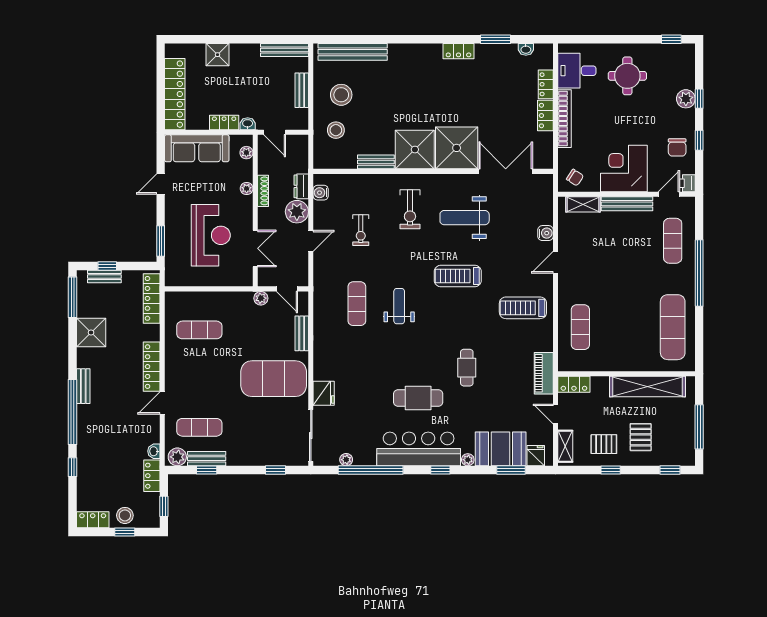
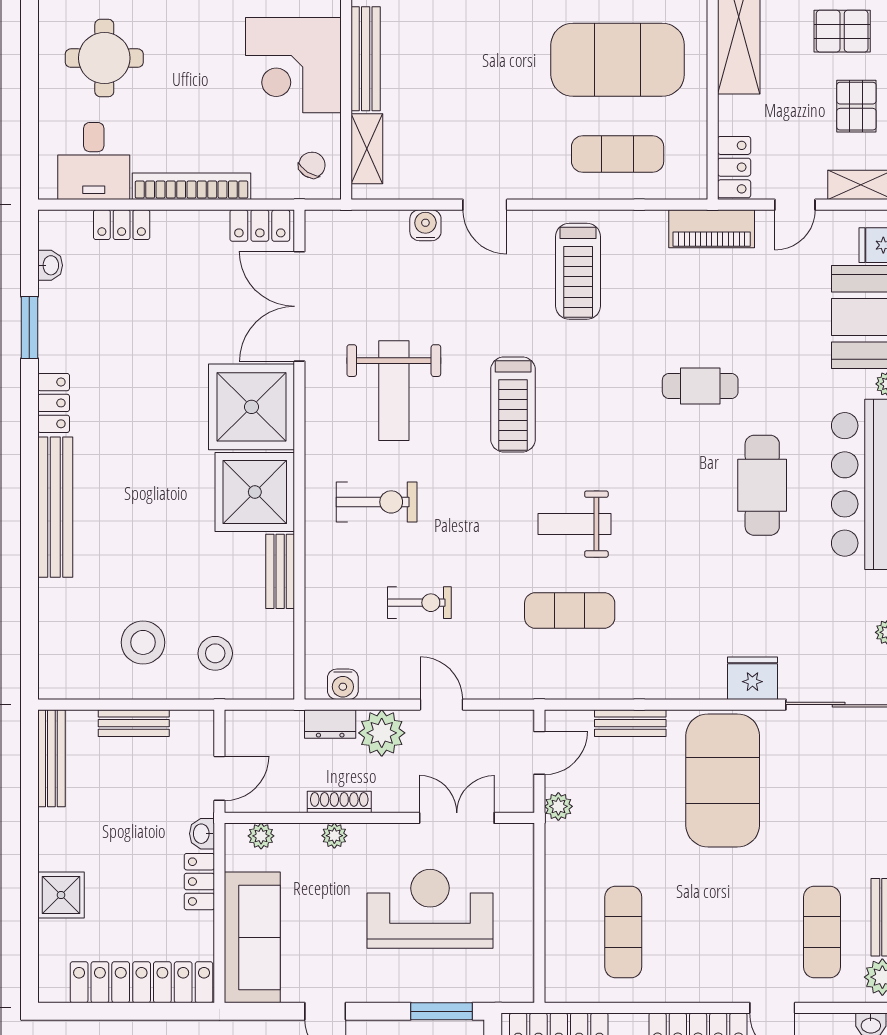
bench: (353, 52) -> (55, 507), moved
locker: (545, 116) -> (260, 226), moved
exercise mat: (627, 327) -> (618, 60), added

